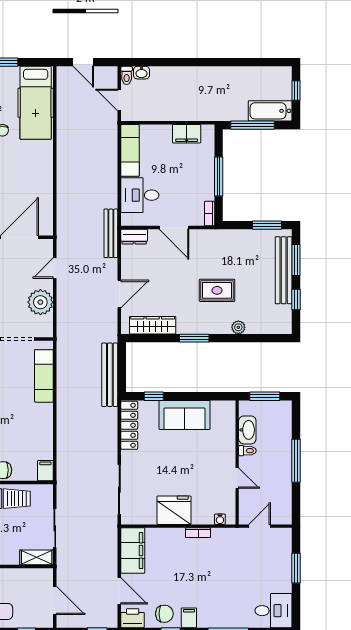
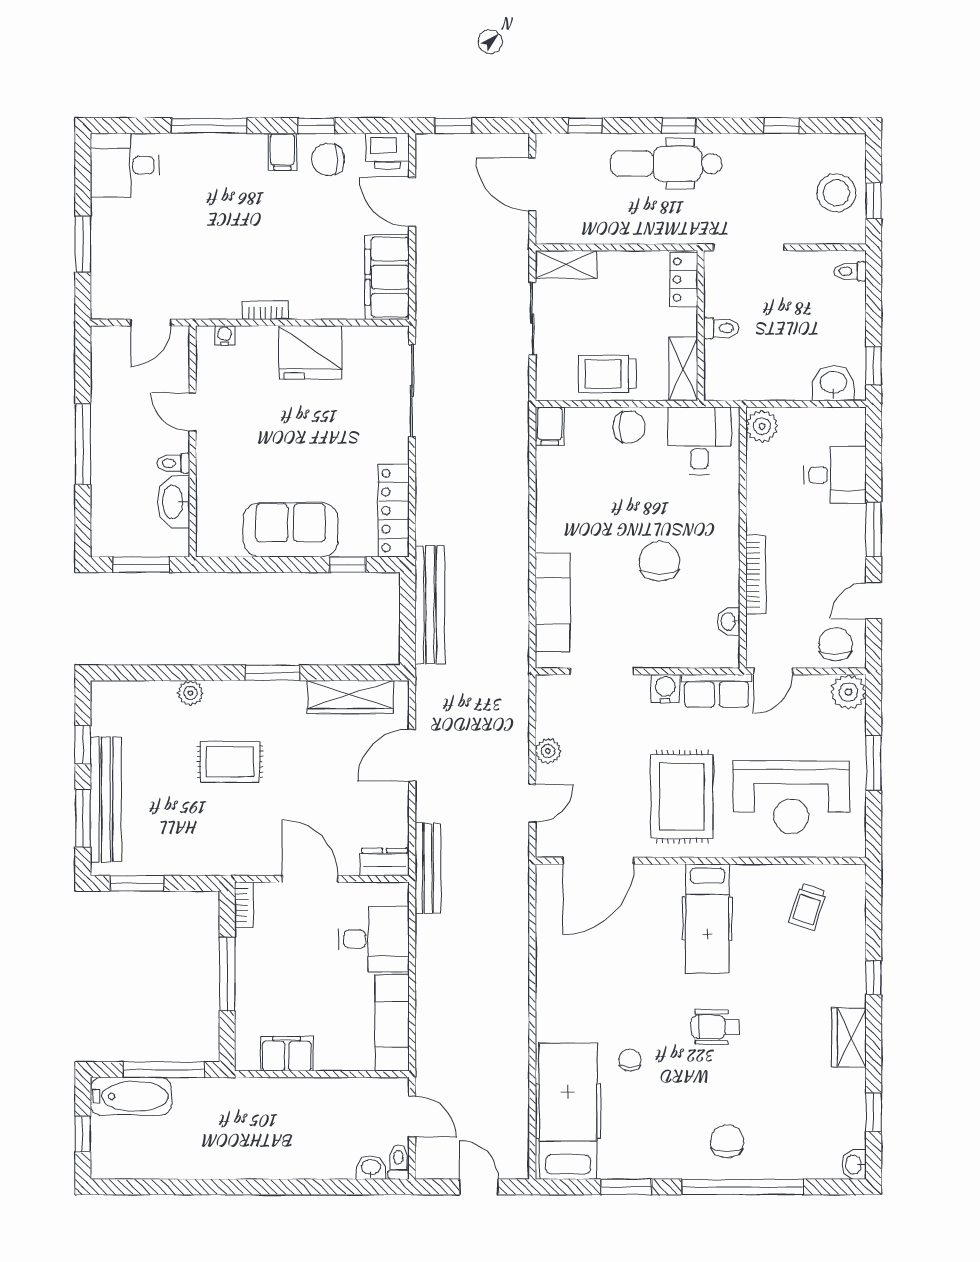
plant: (40, 302) -> (548, 751), width x0.53, depth x0.53

